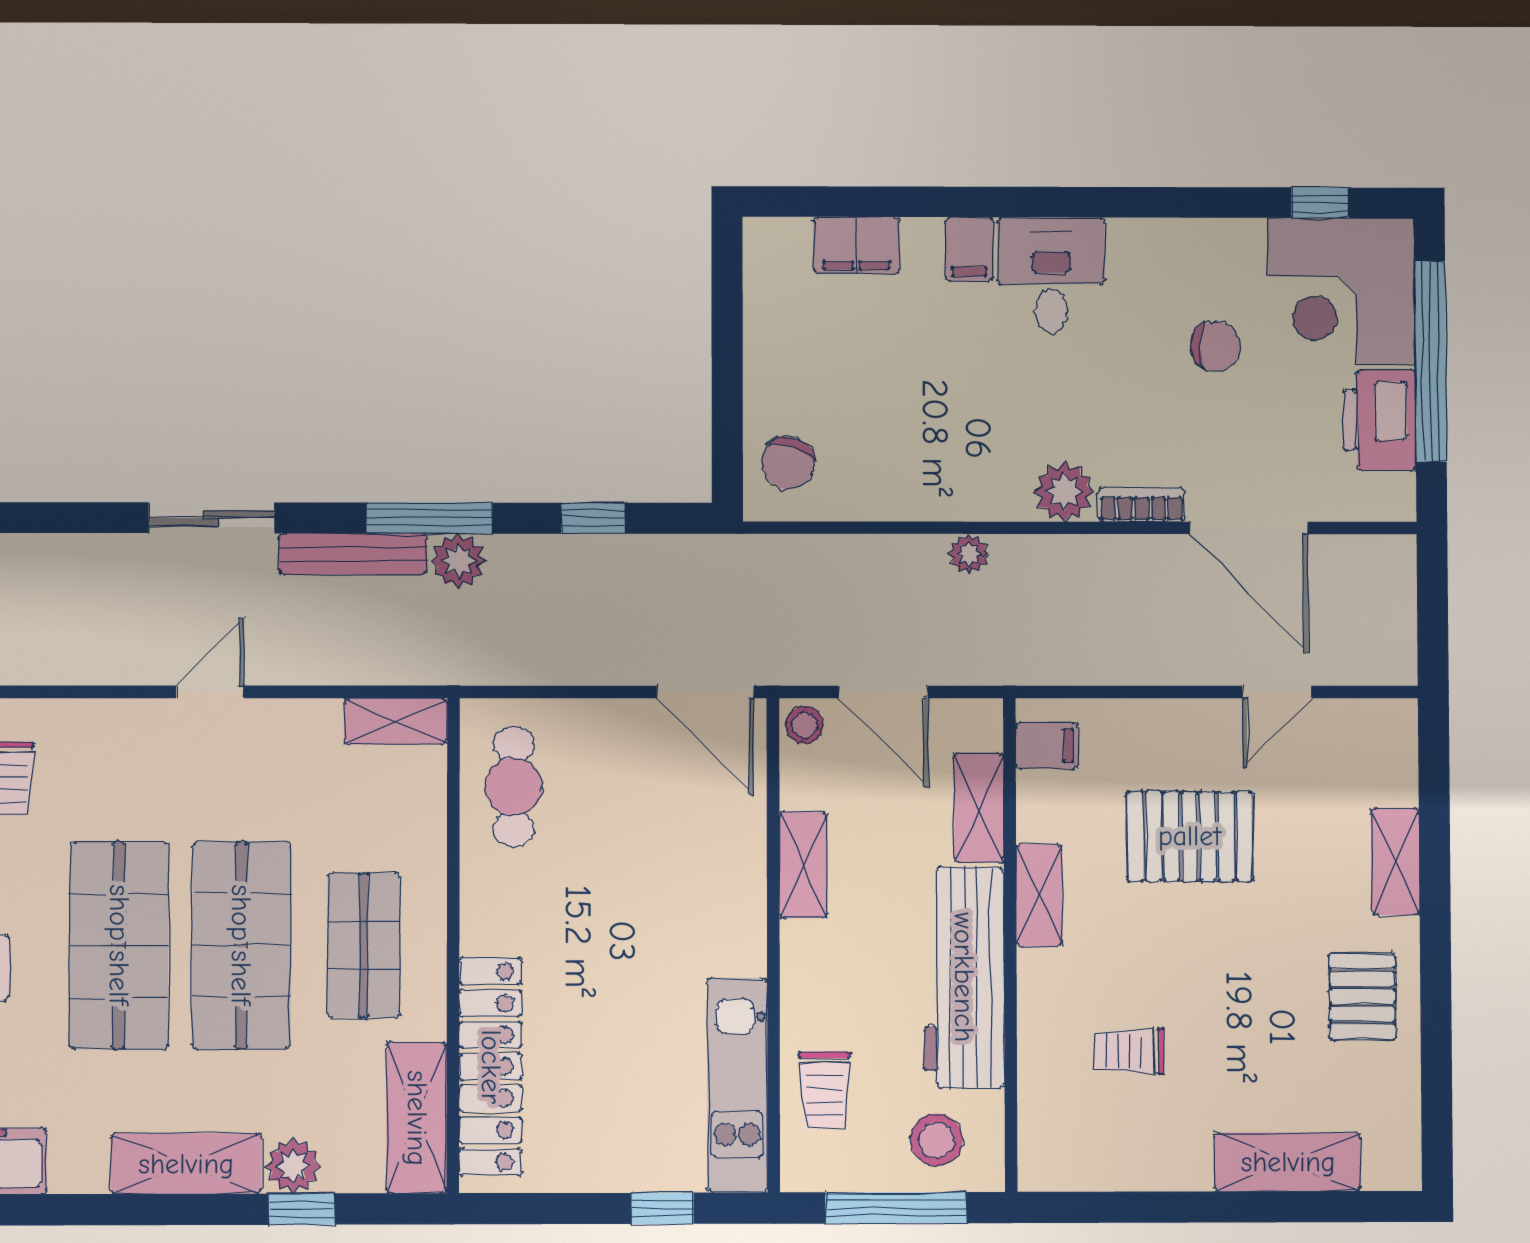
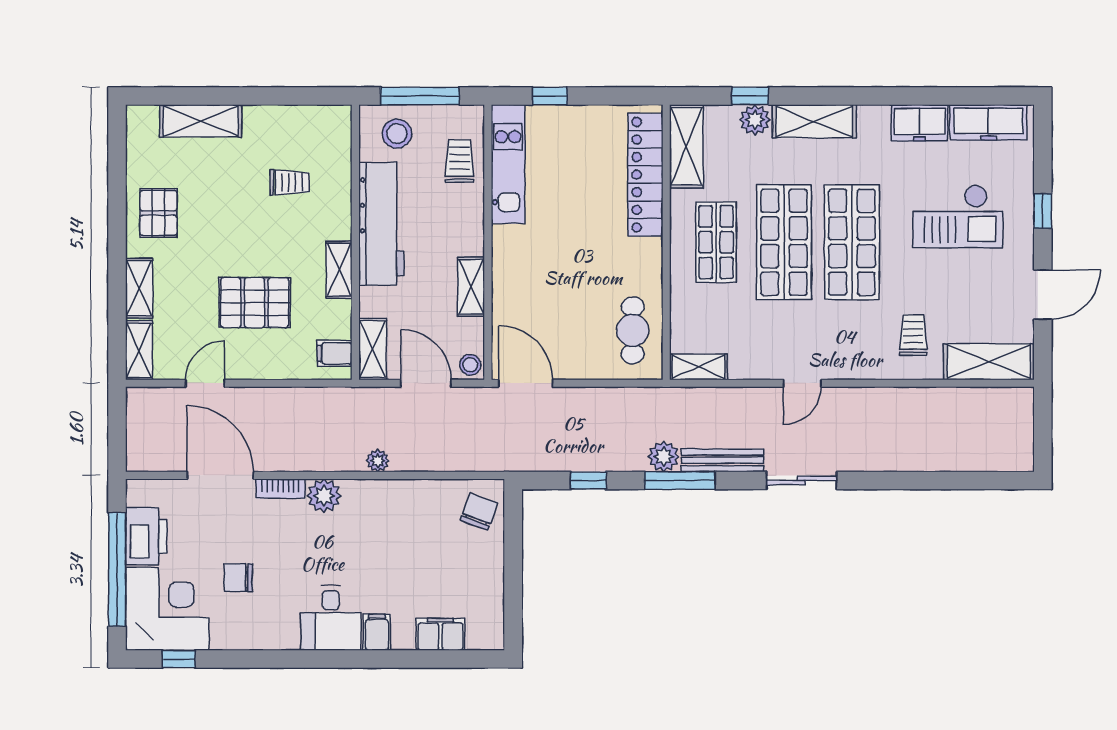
shelving: (1395, 751) -> (139, 350), added
shelving: (979, 808) -> (373, 349), moved

